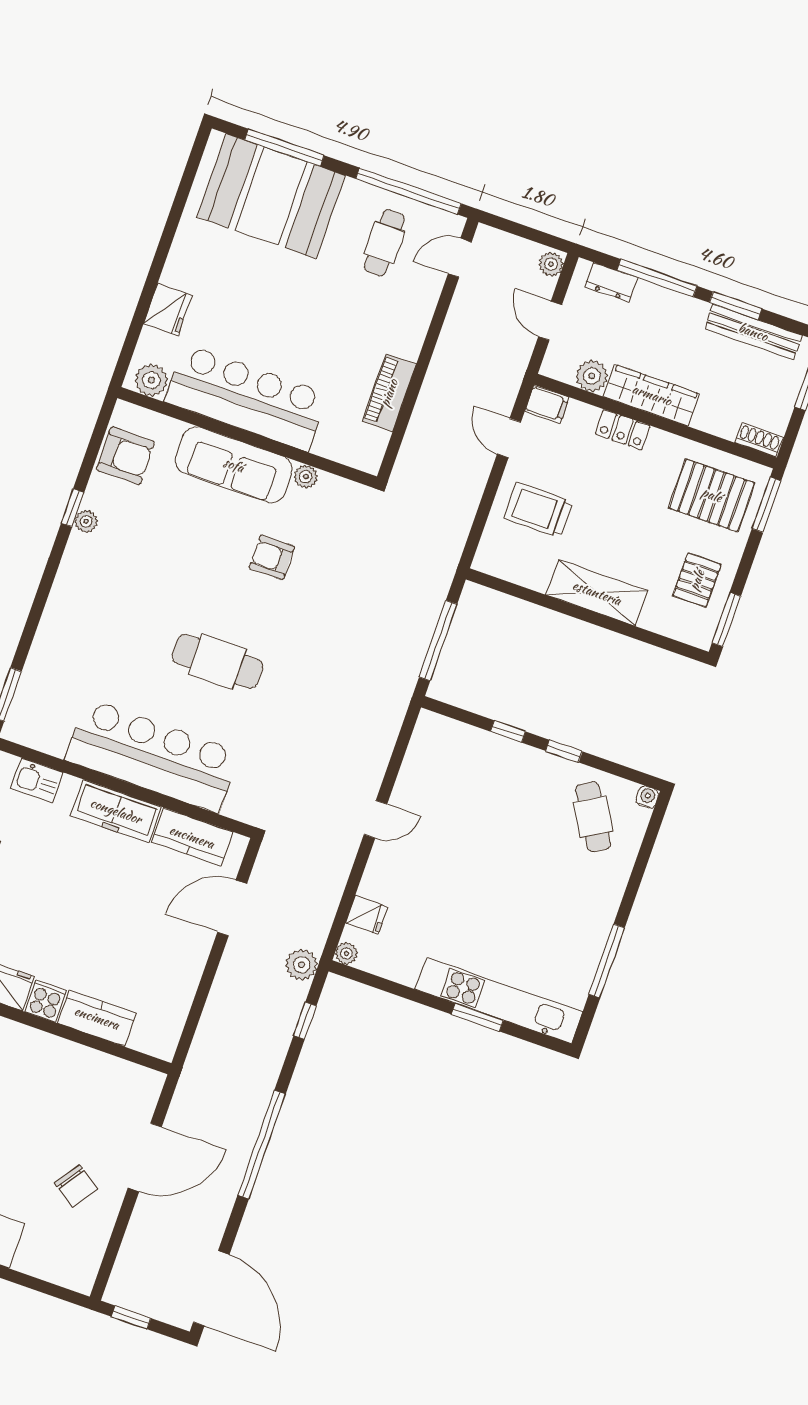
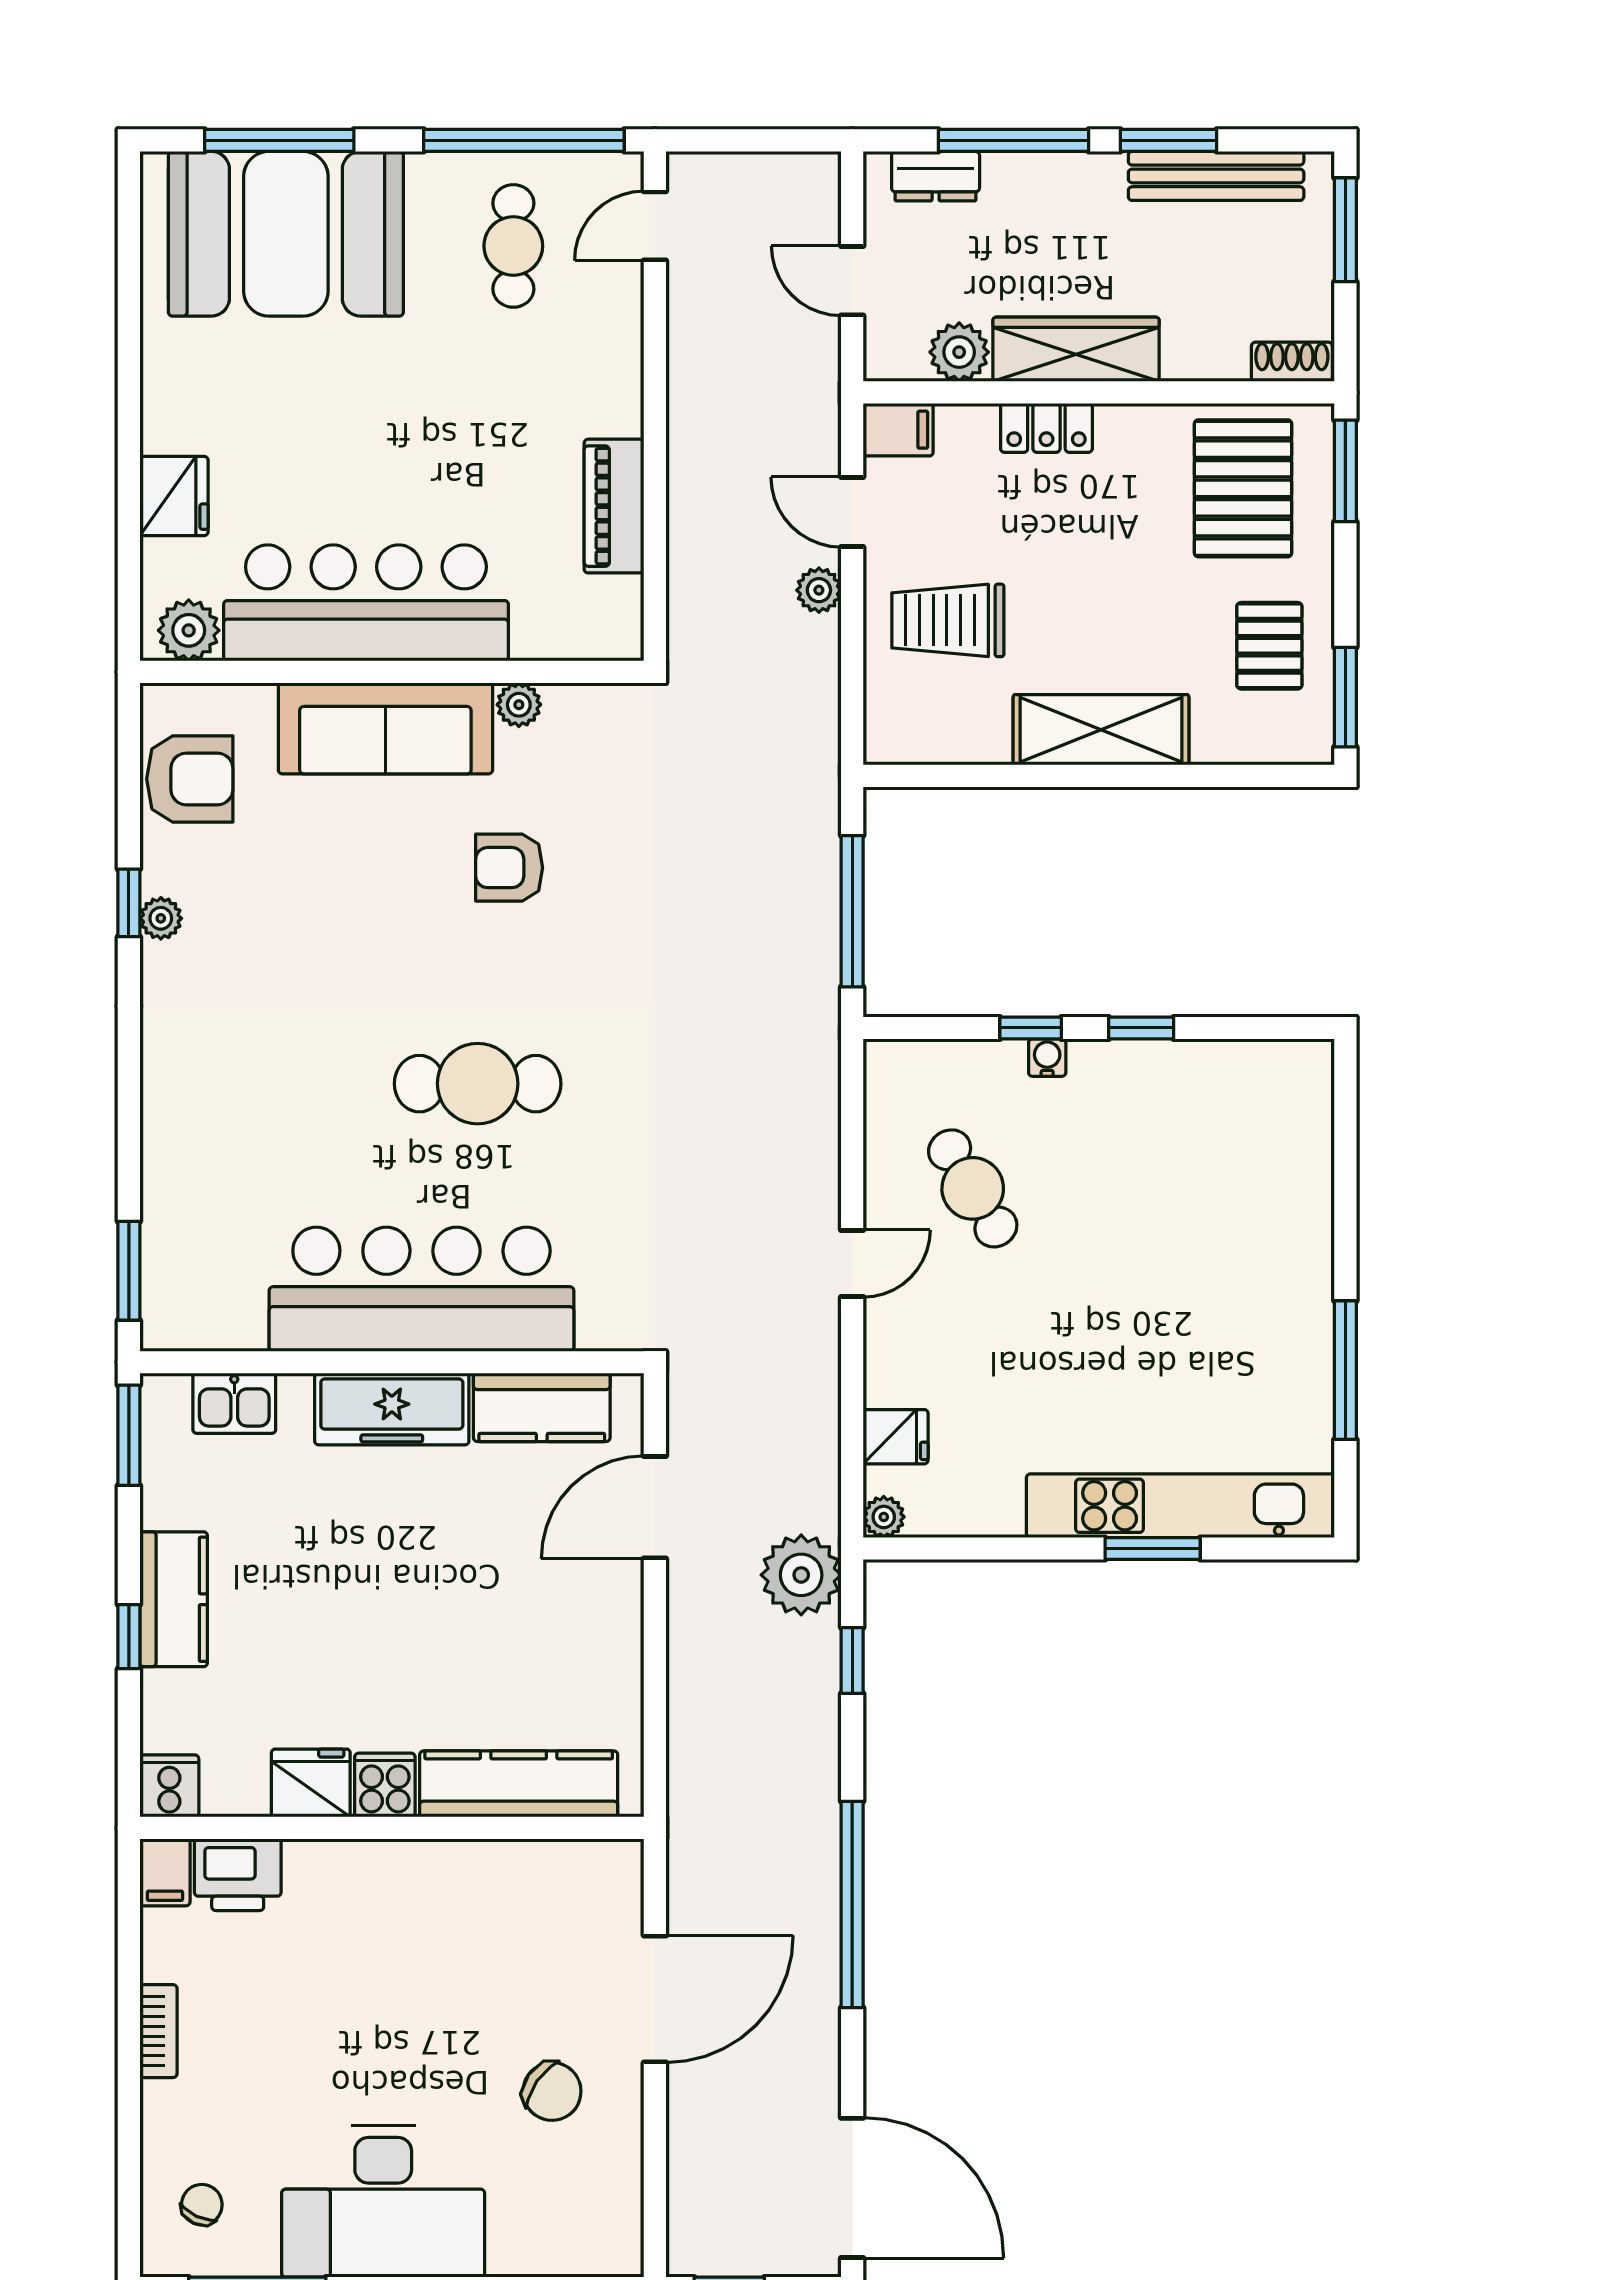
plant: (551, 264) -> (819, 590), moved
pallet: (712, 495) -> (1243, 488), turned 90
water cooler: (647, 797) -> (1047, 1058), moved
cafe table: (593, 817) -> (973, 1188), moved
plant: (302, 965) -> (801, 1575), width x1.36, depth x1.36
kitchen counter: (97, 1018) -> (519, 1784), width x1.50

